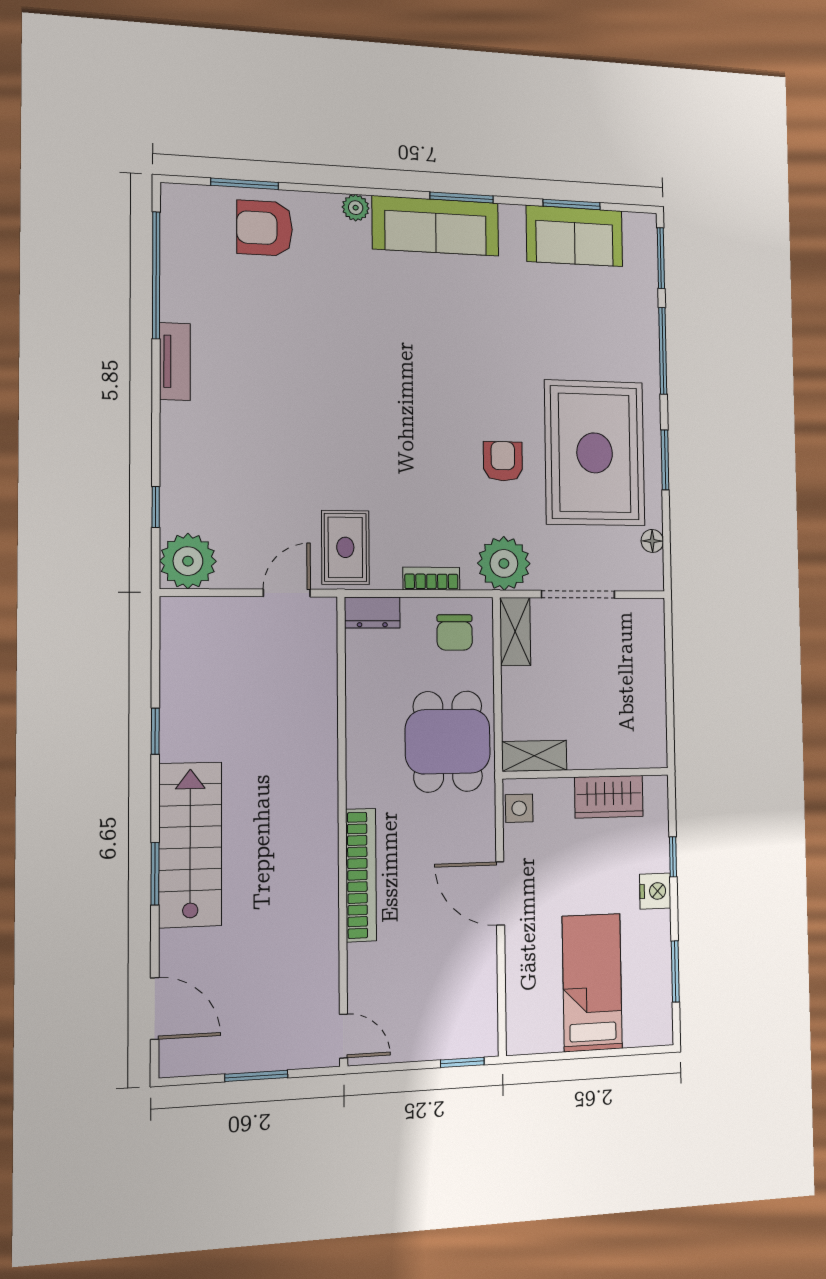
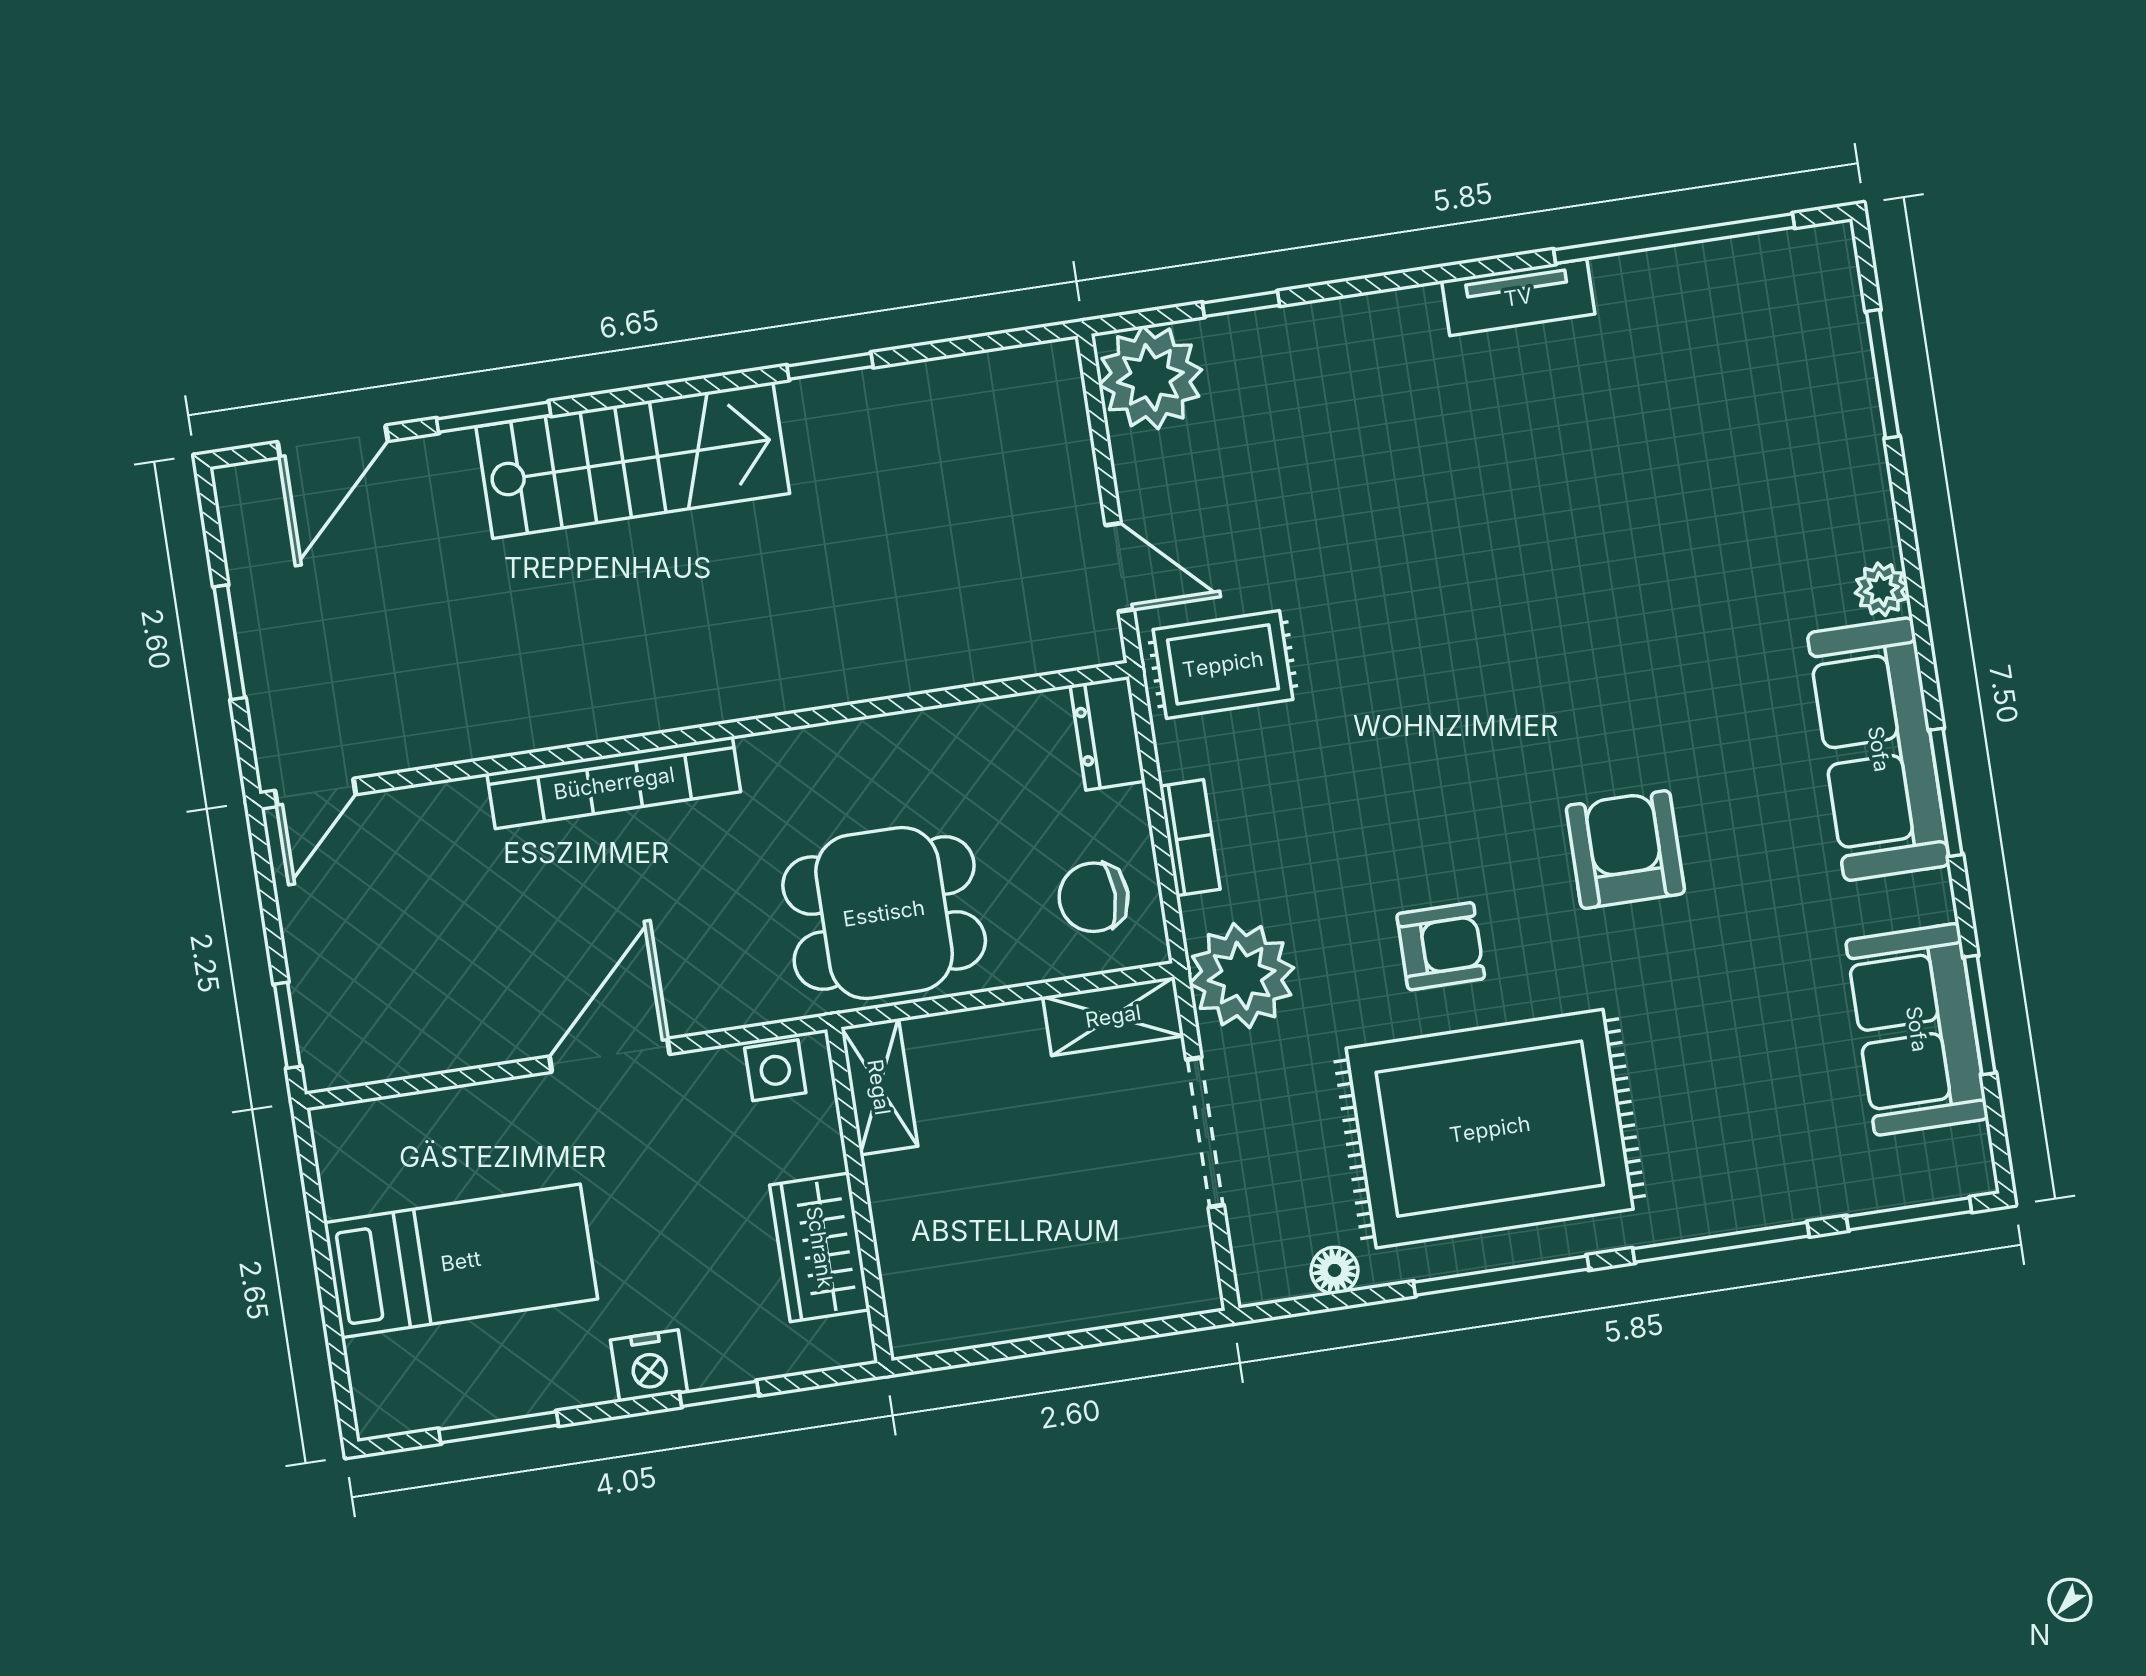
armchair: (265, 228) -> (1625, 850), moved
window: (665, 460) -> (1501, 1276), width x1.44
window: (155, 874) -> (494, 417), moved

